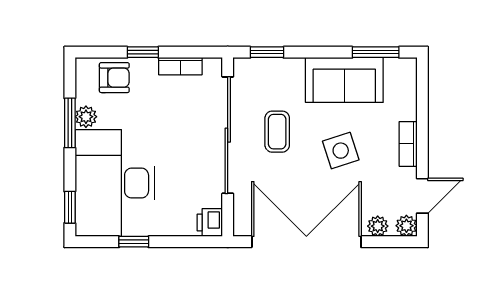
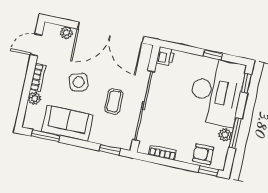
window: (143, 52) -> (208, 171), moved
plant: (406, 226) -> (34, 98), moved

